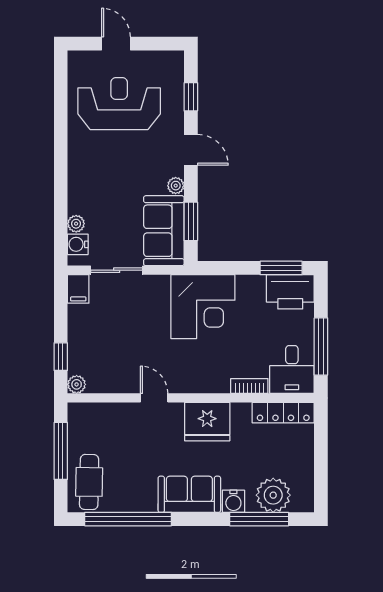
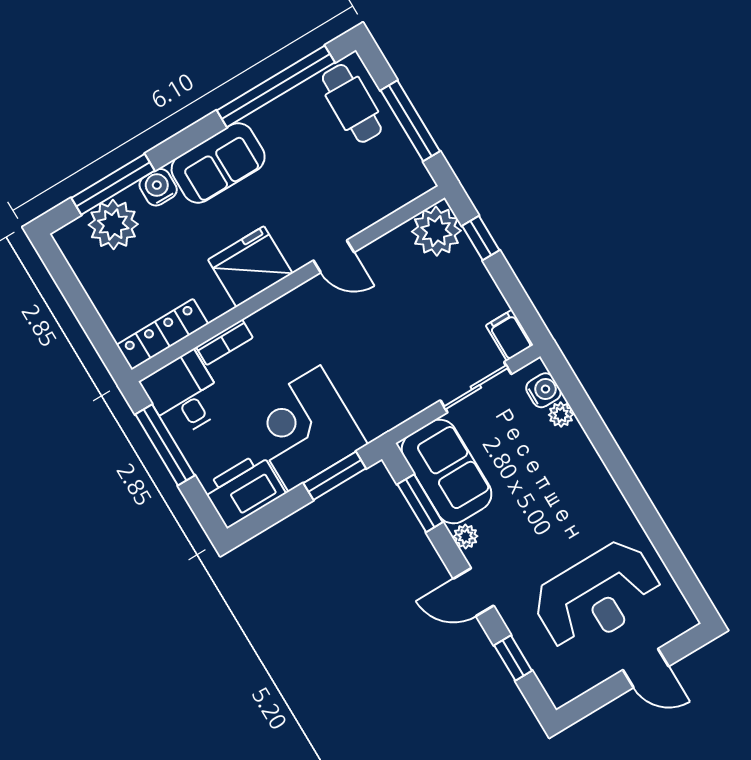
window: (281, 268) -> (335, 476), moved
corner desk: (203, 307) -> (304, 428), moved
plant: (77, 384) -> (436, 231), width x1.87, depth x1.87

